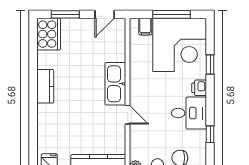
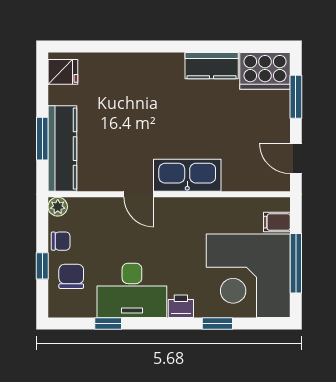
kitchen counter: (45, 86) -> (212, 66), moved
desk: (189, 113) -> (132, 290), width x1.37
door: (128, 115) -> (139, 194), hinge flipped

